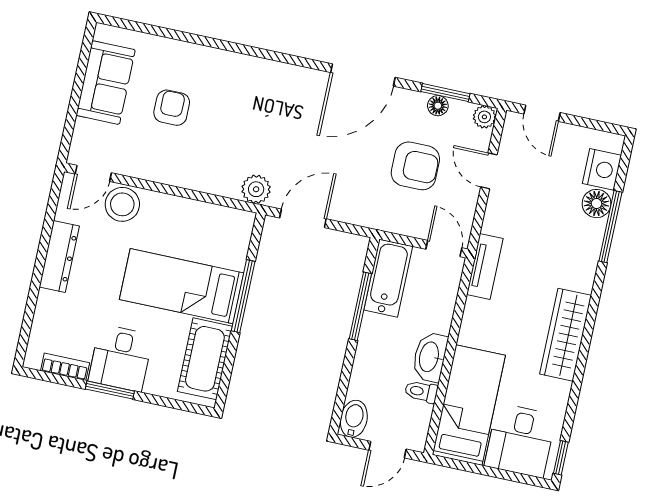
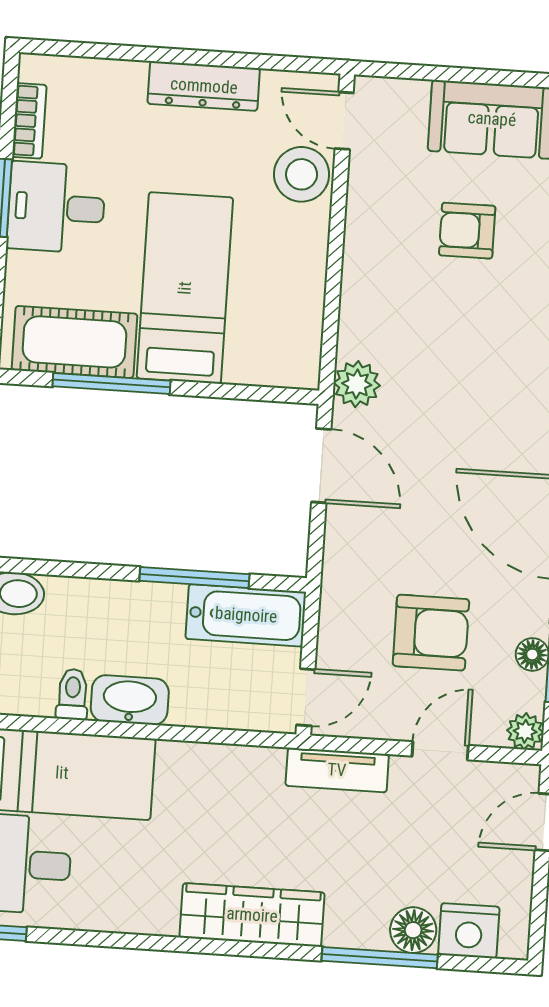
armchair: (172, 108) -> (467, 231), turned 180
armchair: (415, 166) -> (431, 633), turned -90
tv unit: (485, 266) -> (337, 770), moved
window: (243, 296) -> (112, 384), moved
wardrobe: (566, 335) -> (252, 915), moved

